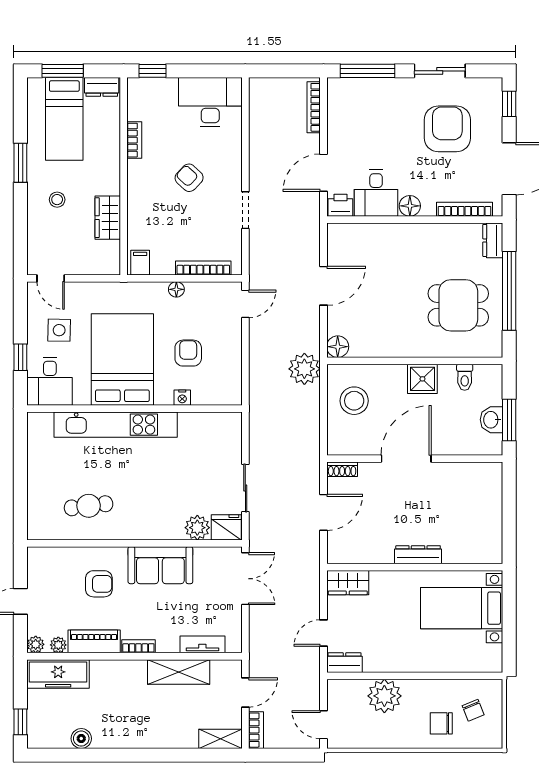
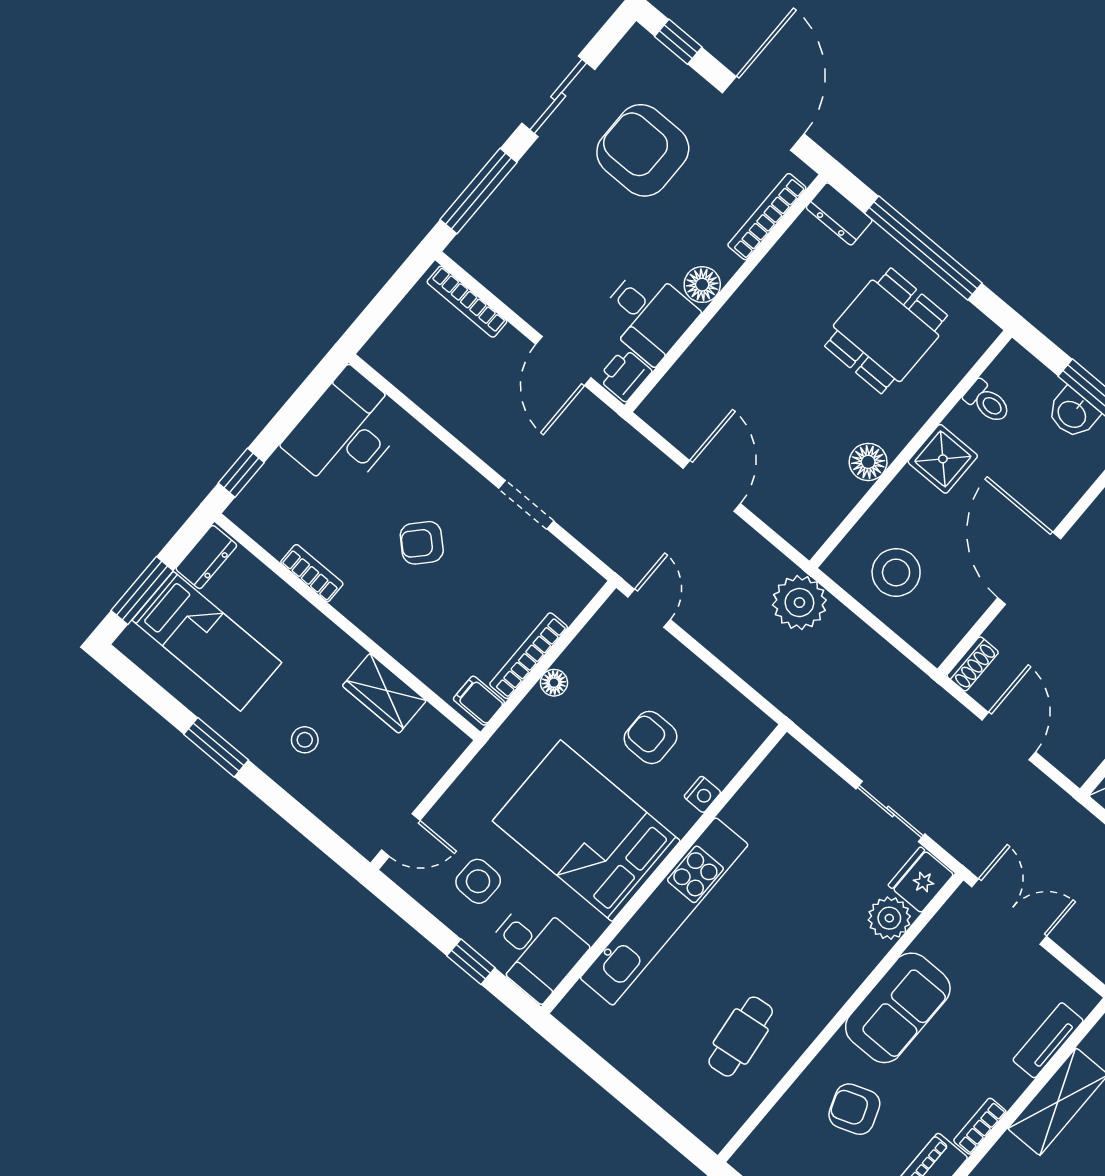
bookcase: (203, 268) -> (529, 656), moved
floor lamp: (338, 347) -> (868, 462), moved
armchair: (99, 584) -> (854, 1109), turned -110

